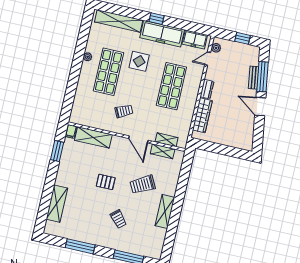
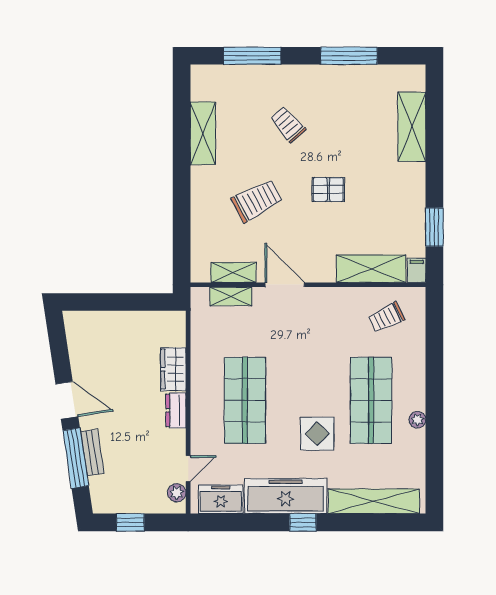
trolley: (124, 111) -> (386, 317), moved
wardrobe: (202, 115) -> (173, 369), width x0.67
shelving: (165, 211) -> (203, 133), moved

